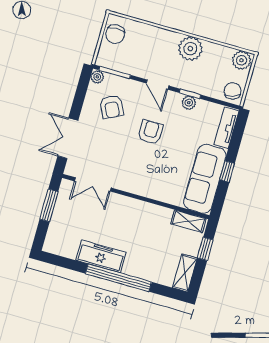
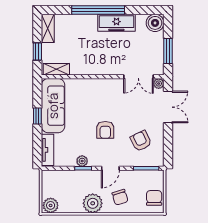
plant: (97, 77) -> (159, 84), moved
door: (157, 85) -> (110, 168), swing flipped
chair: (233, 91) -> (120, 197), moved
double door: (93, 184) -> (138, 77), swing flipped
boiler: (55, 243) -> (155, 23), added

